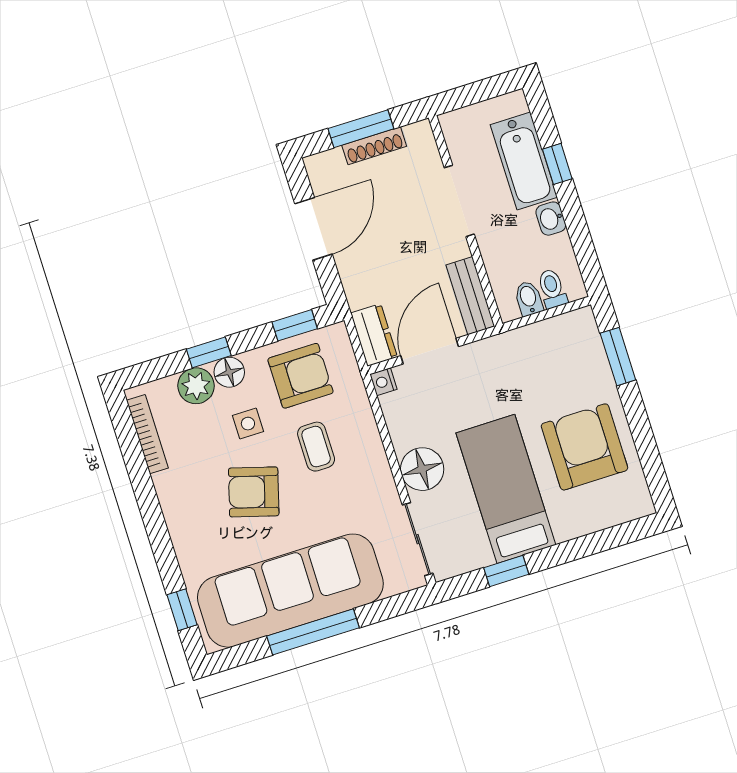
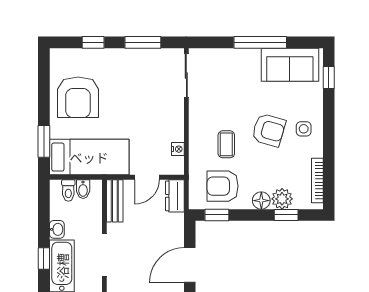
door: (430, 351) -> (147, 177), width x0.73
window: (209, 352) -> (286, 215), moved
nightstand: (383, 382) -> (178, 149), moved
side table: (248, 424) -> (304, 129), moved
floor lamp: (422, 469) -> (172, 113), removed
bed: (506, 489) -> (89, 157), moved, turned -90
window: (588, 545) -> (93, 42), added
window: (506, 571) -> (143, 42), width x1.50
sofa: (290, 591) -> (290, 65), width x0.54, depth x0.79

